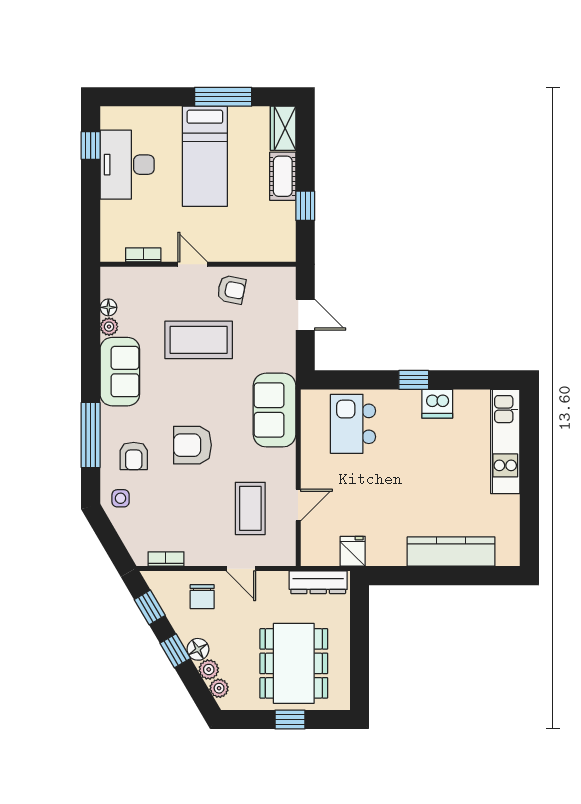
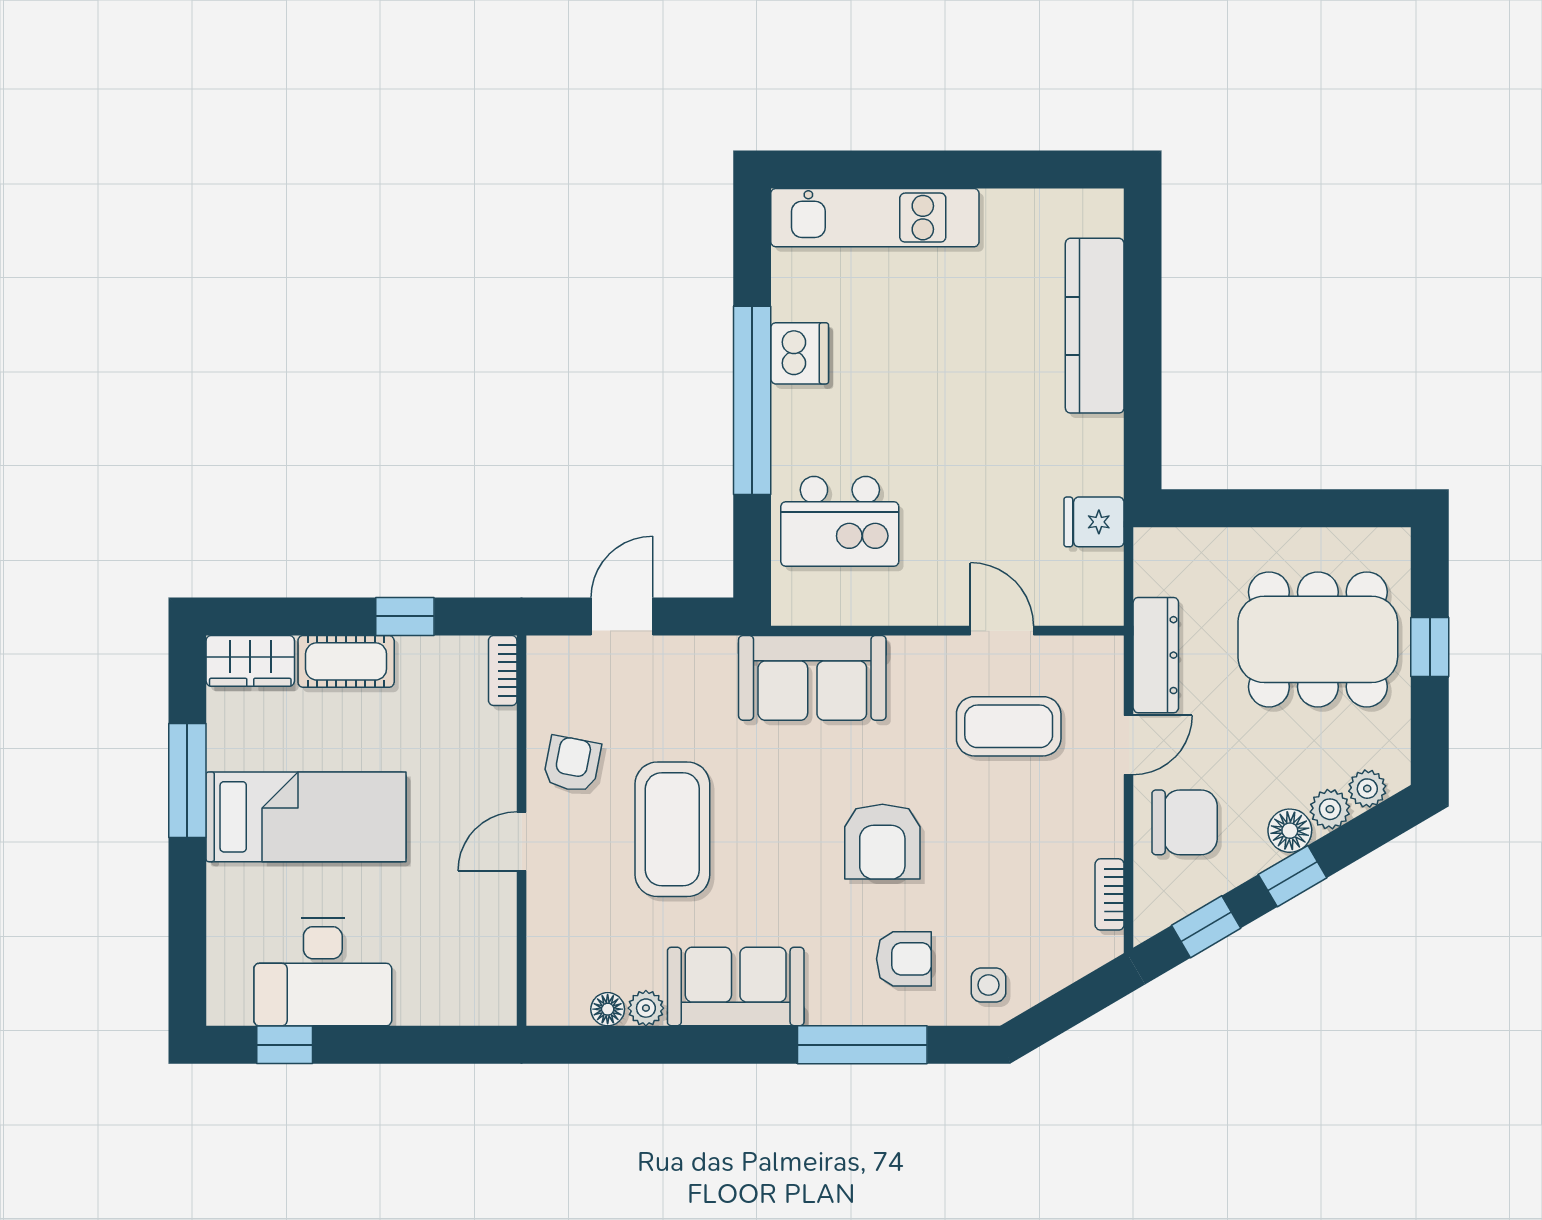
bookcase: (143, 255) -> (503, 671), moved
window: (414, 380) -> (752, 400), width x3.17
dresser: (318, 582) -> (1156, 655), moved
chair: (202, 597) -> (1185, 822), width x1.37, depth x1.37

